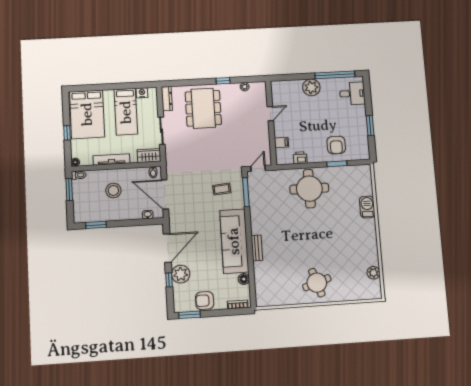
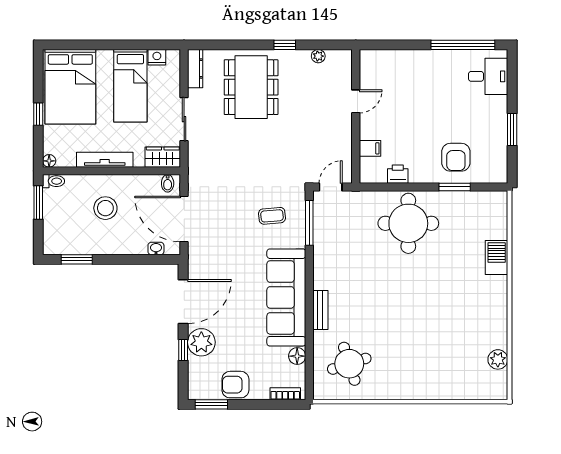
plant: (311, 87) -> (424, 63), removed
round table: (317, 283) -> (349, 364), moved

